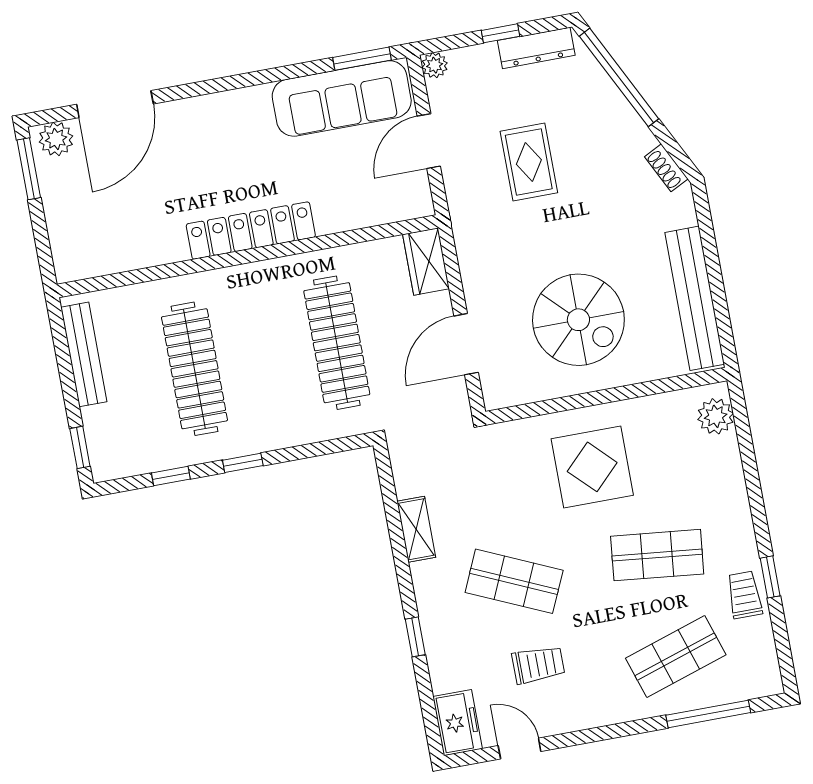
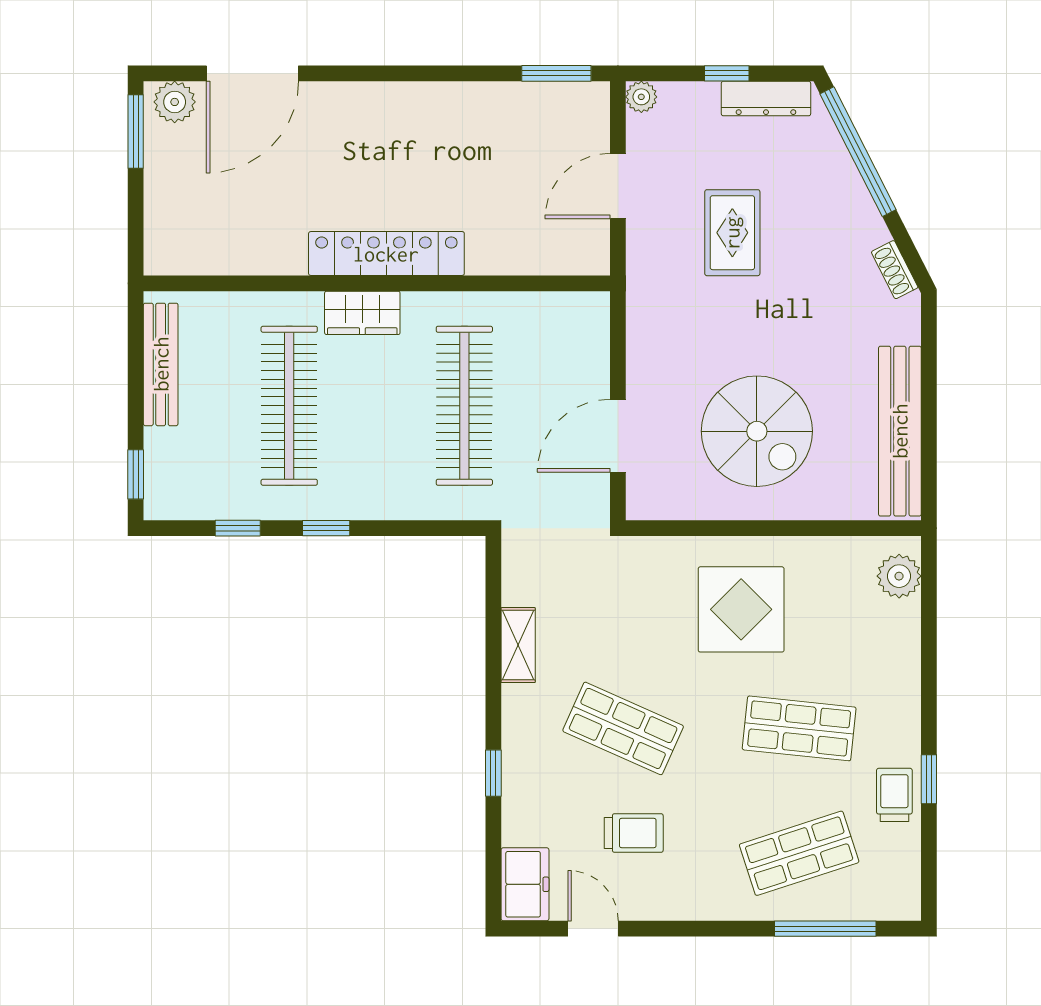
sofa: (342, 98) -> (523, 116), removed
wardrobe: (426, 262) -> (362, 313), moved, turned -90

